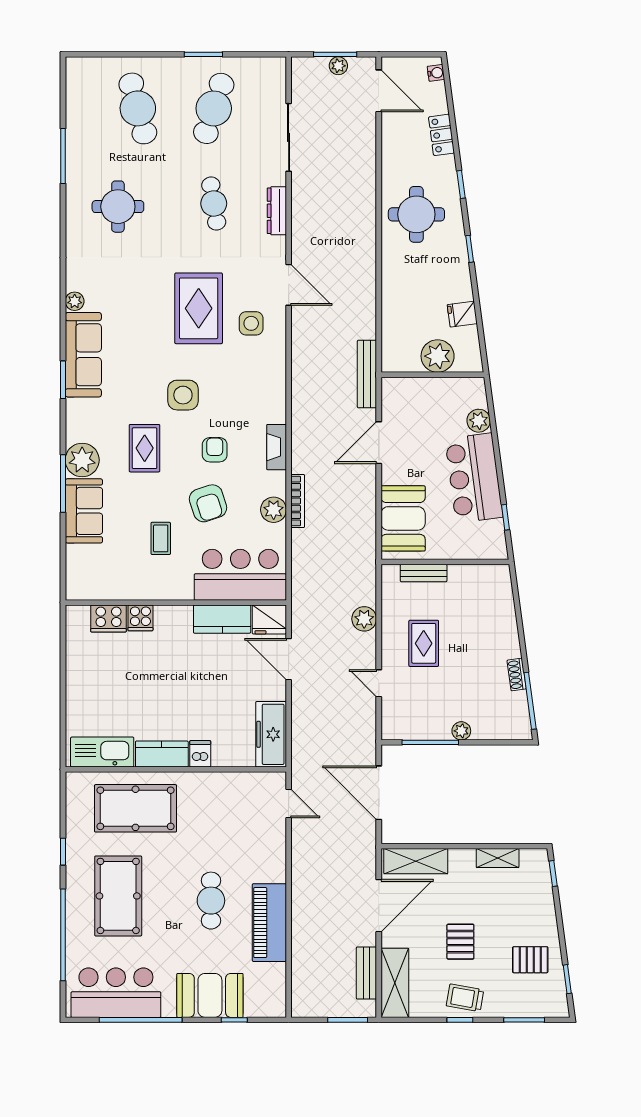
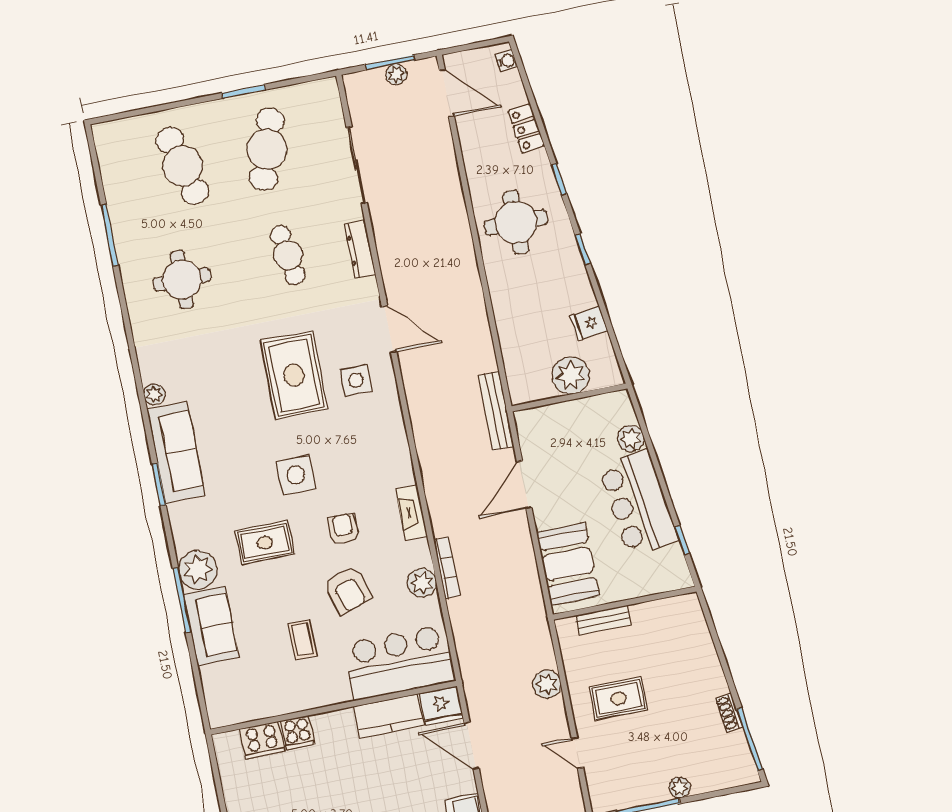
rug: (145, 448) -> (265, 543), turned 90
rug: (424, 643) -> (619, 698), turned 90

